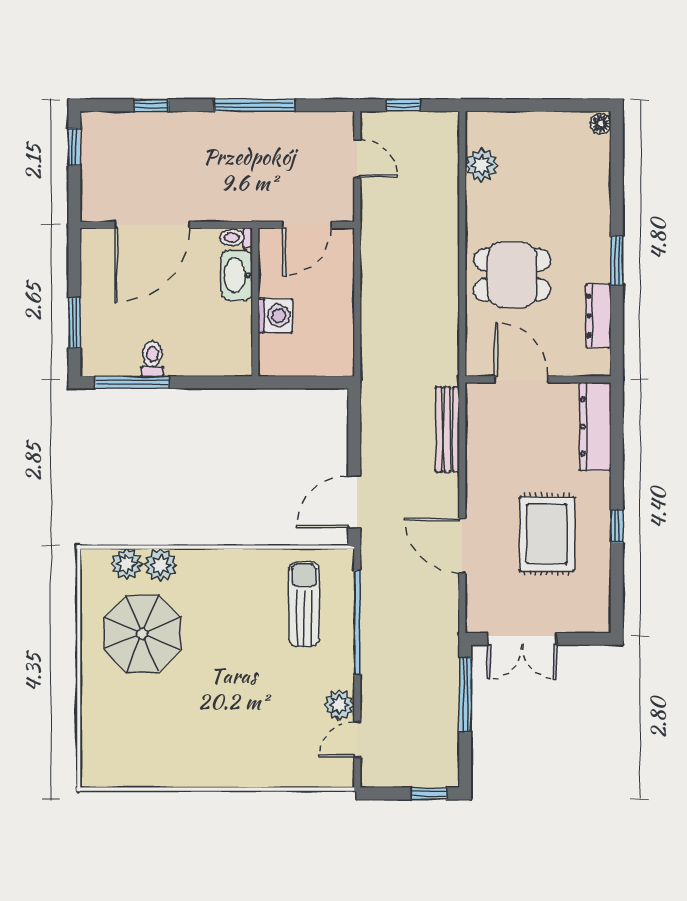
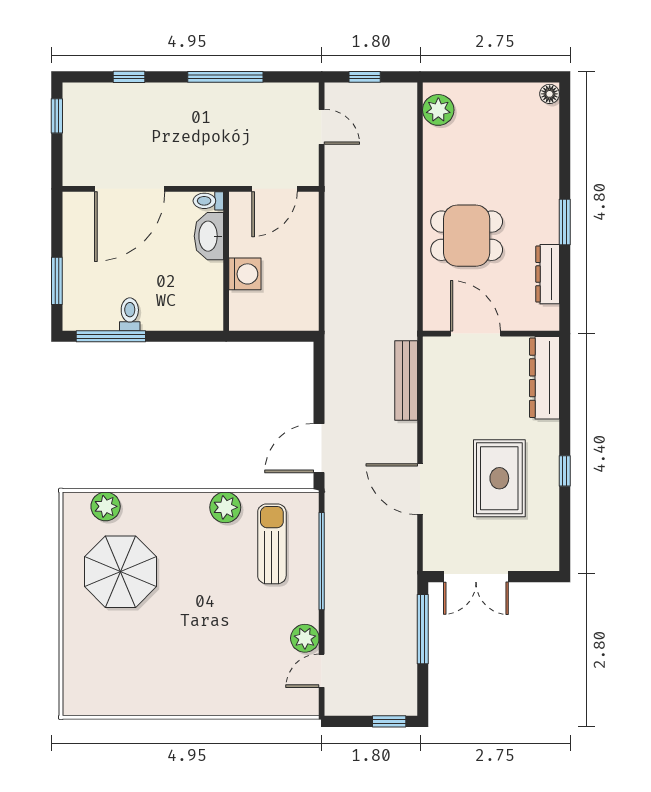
plant: (482, 165) -> (438, 110), moved
plant: (161, 565) -> (225, 507), moved

